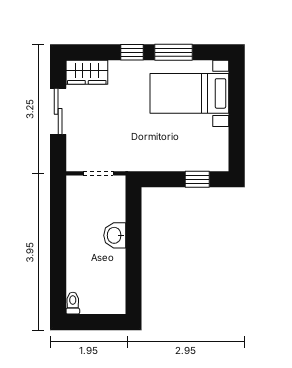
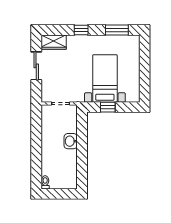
window: (174, 52) -> (117, 30), moved
bed with nightstands: (189, 93) -> (105, 78), moved, turned 90
window: (197, 179) -> (108, 107), moved

